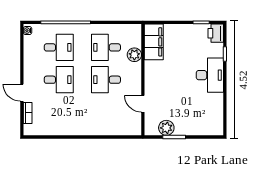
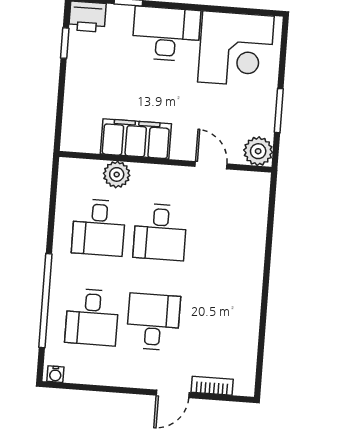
filing cabinet: (154, 42) -> (136, 139), moved
desk: (59, 47) -> (92, 317), turned 180
door: (143, 104) -> (211, 165), swing flipped
corner desk: (205, 112) -> (236, 49), added
plant: (166, 128) -> (258, 151), moved

